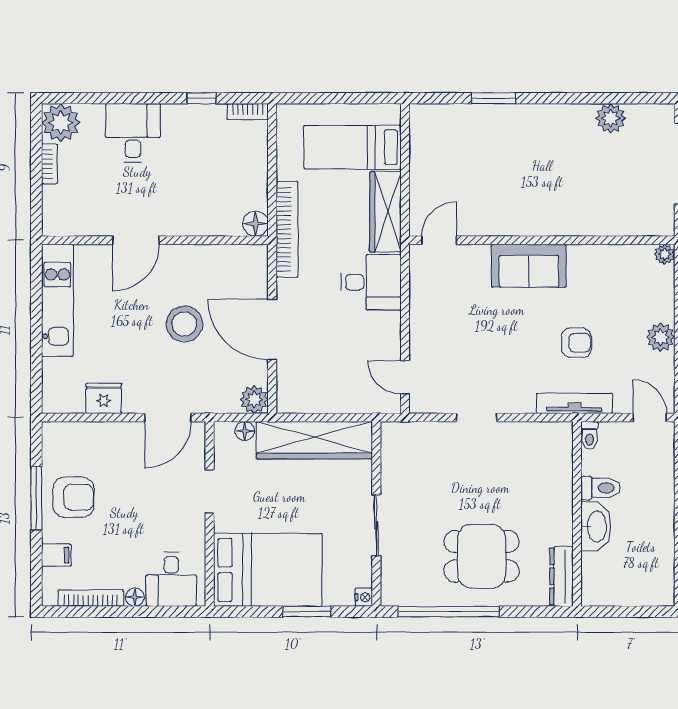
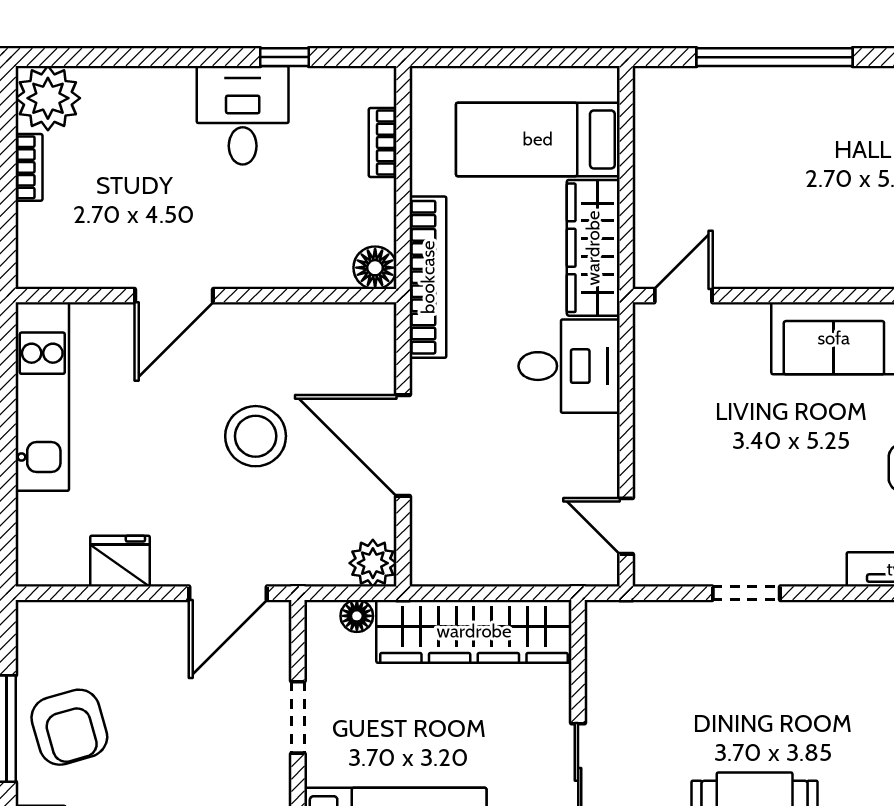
window: (493, 98) -> (775, 57), width x2.11
bookcase: (248, 112) -> (383, 143), moved, turned 90
desk: (133, 133) -> (243, 115), moved
armchair: (74, 497) -> (69, 727), turned 74

